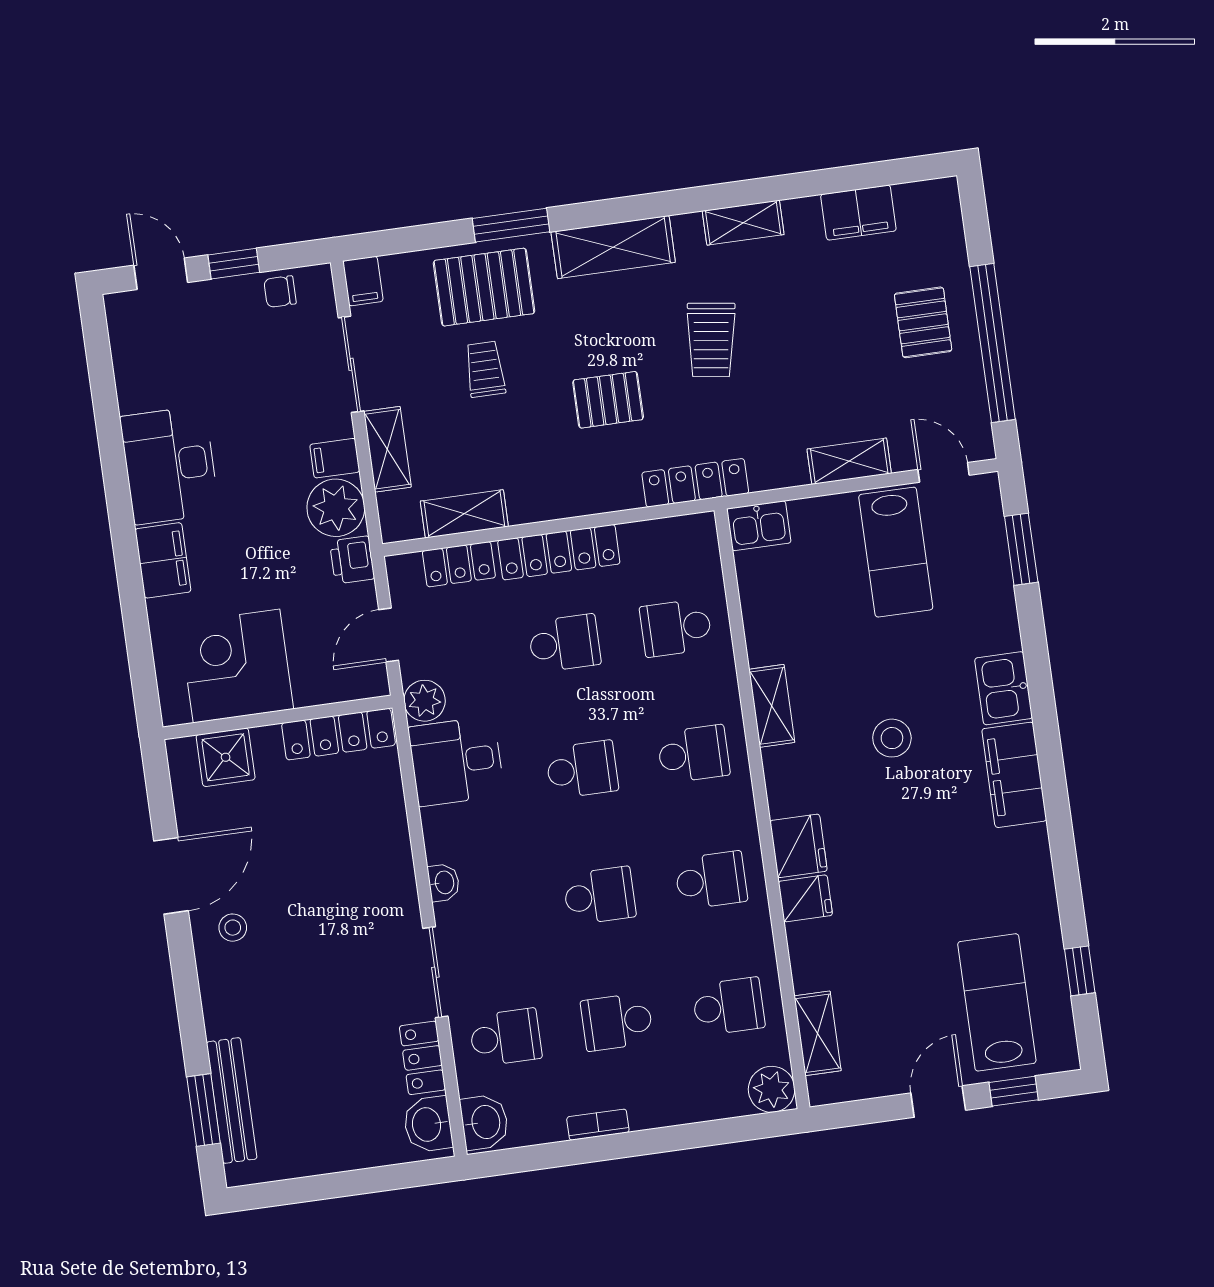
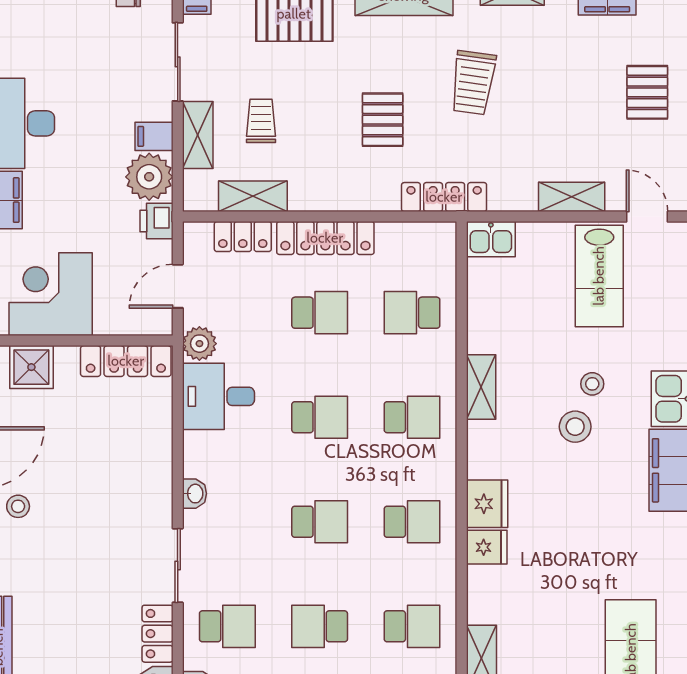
trolley: (485, 369) -> (261, 121), moved
pallet: (608, 400) -> (383, 120), turned 90
stool: (905, 684) -> (592, 384), added

